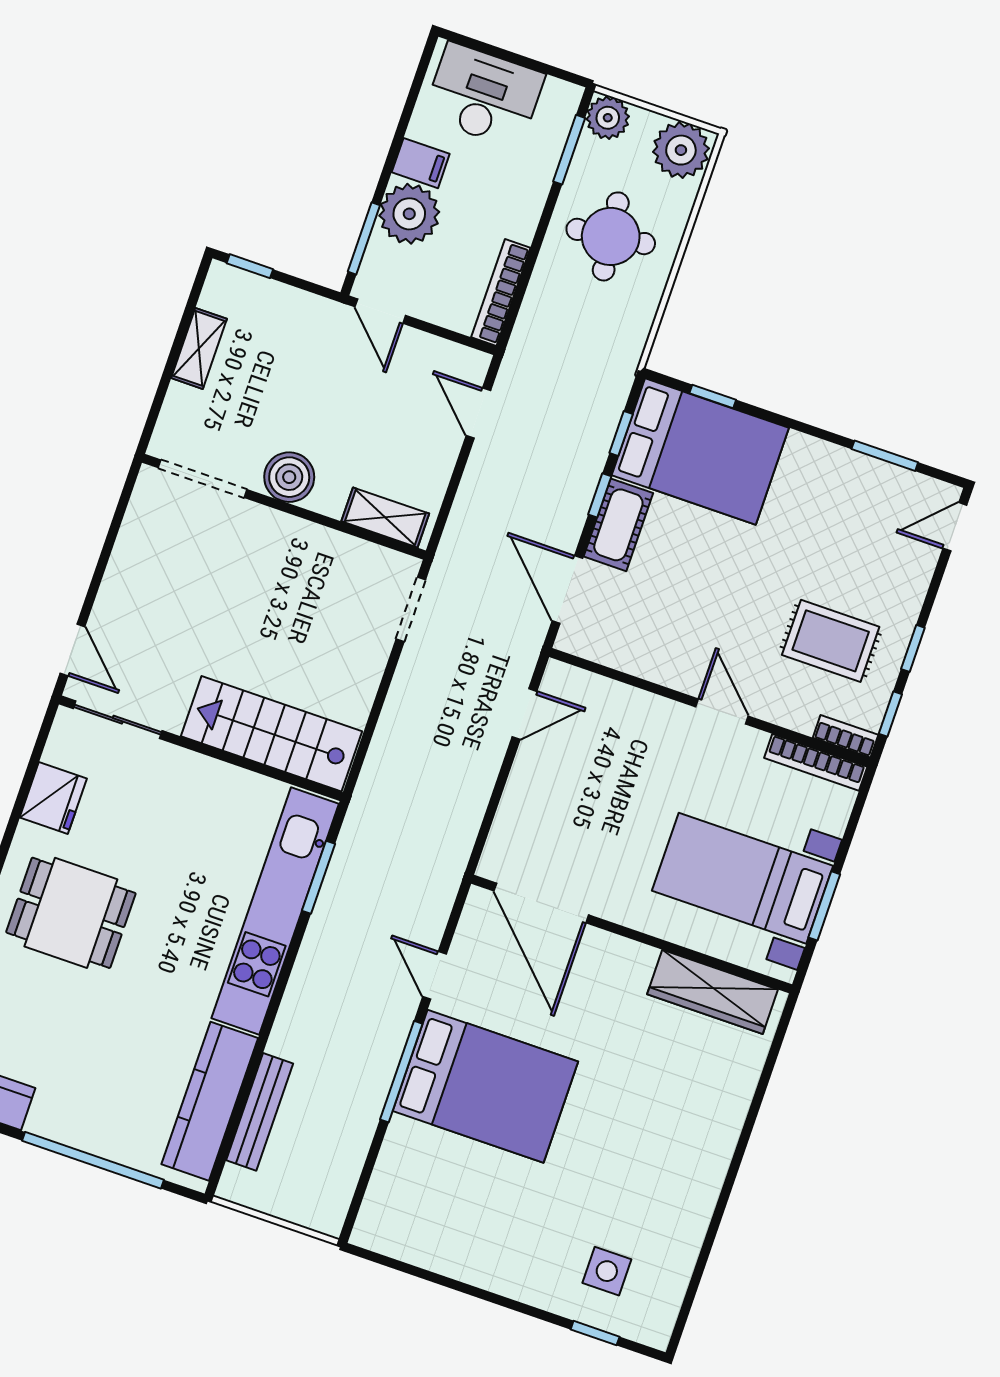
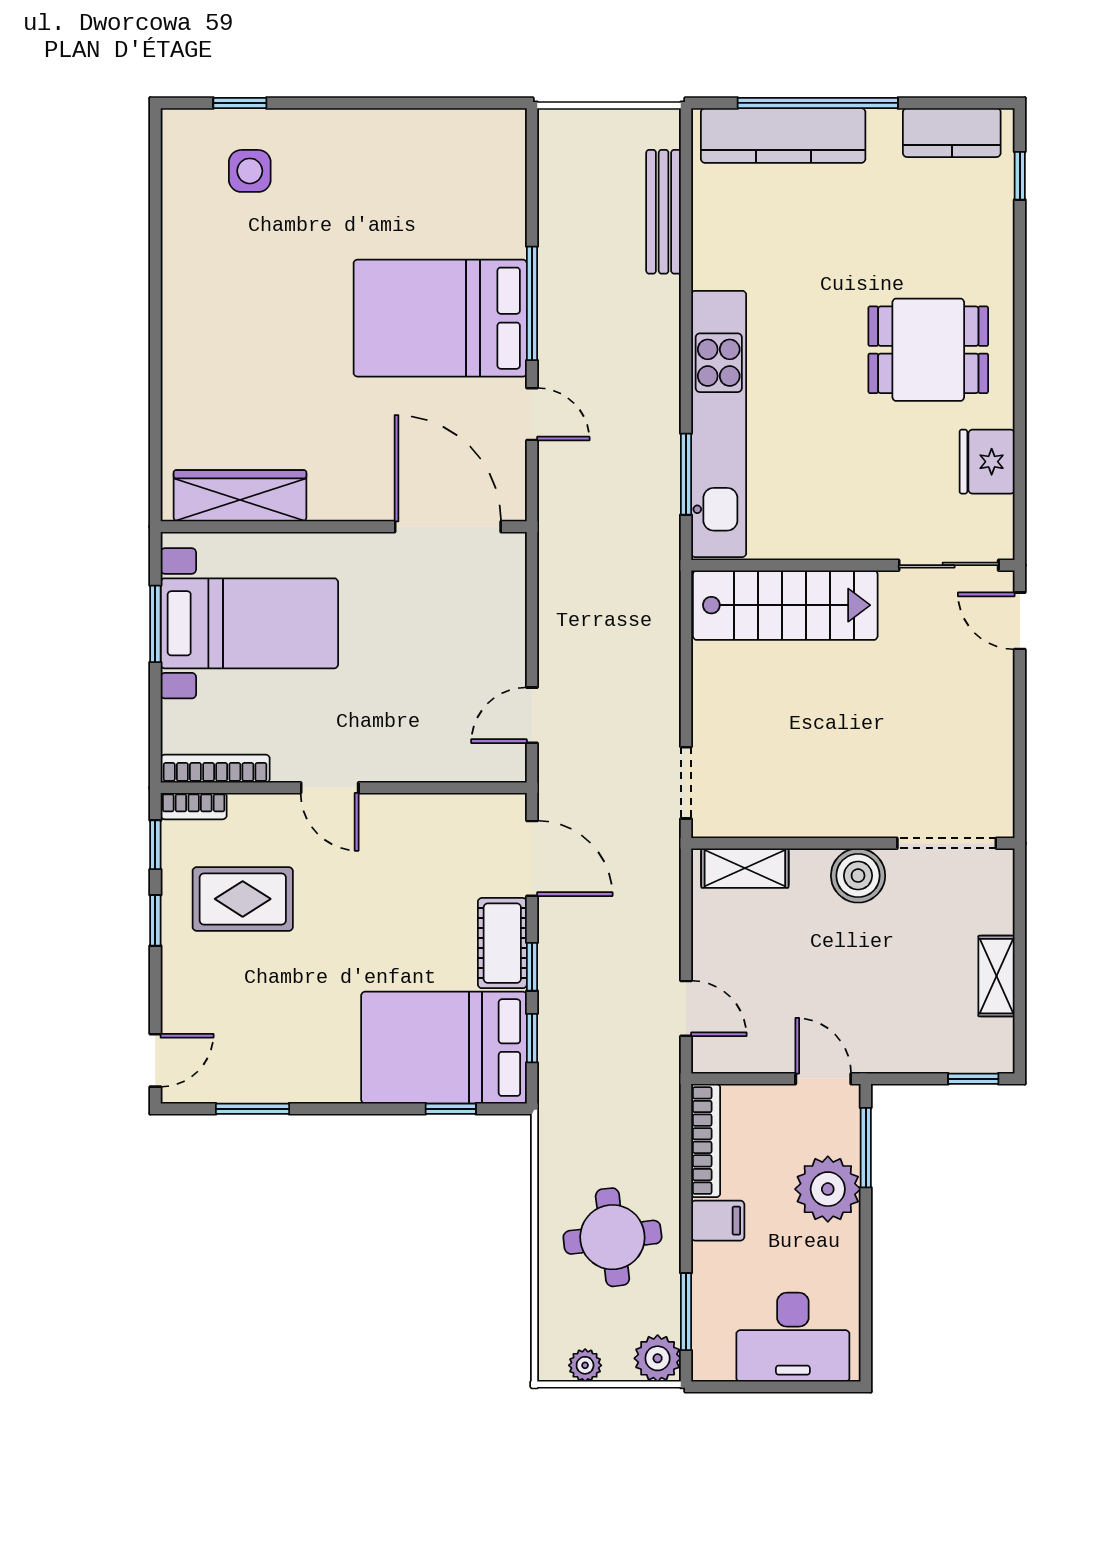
plant: (681, 150) -> (585, 1365), width x0.53, depth x0.53
filing cabinet: (421, 163) -> (718, 1221), moved, turned 180
kitchen counter: (210, 1101) -> (783, 136), moved, turned 90

